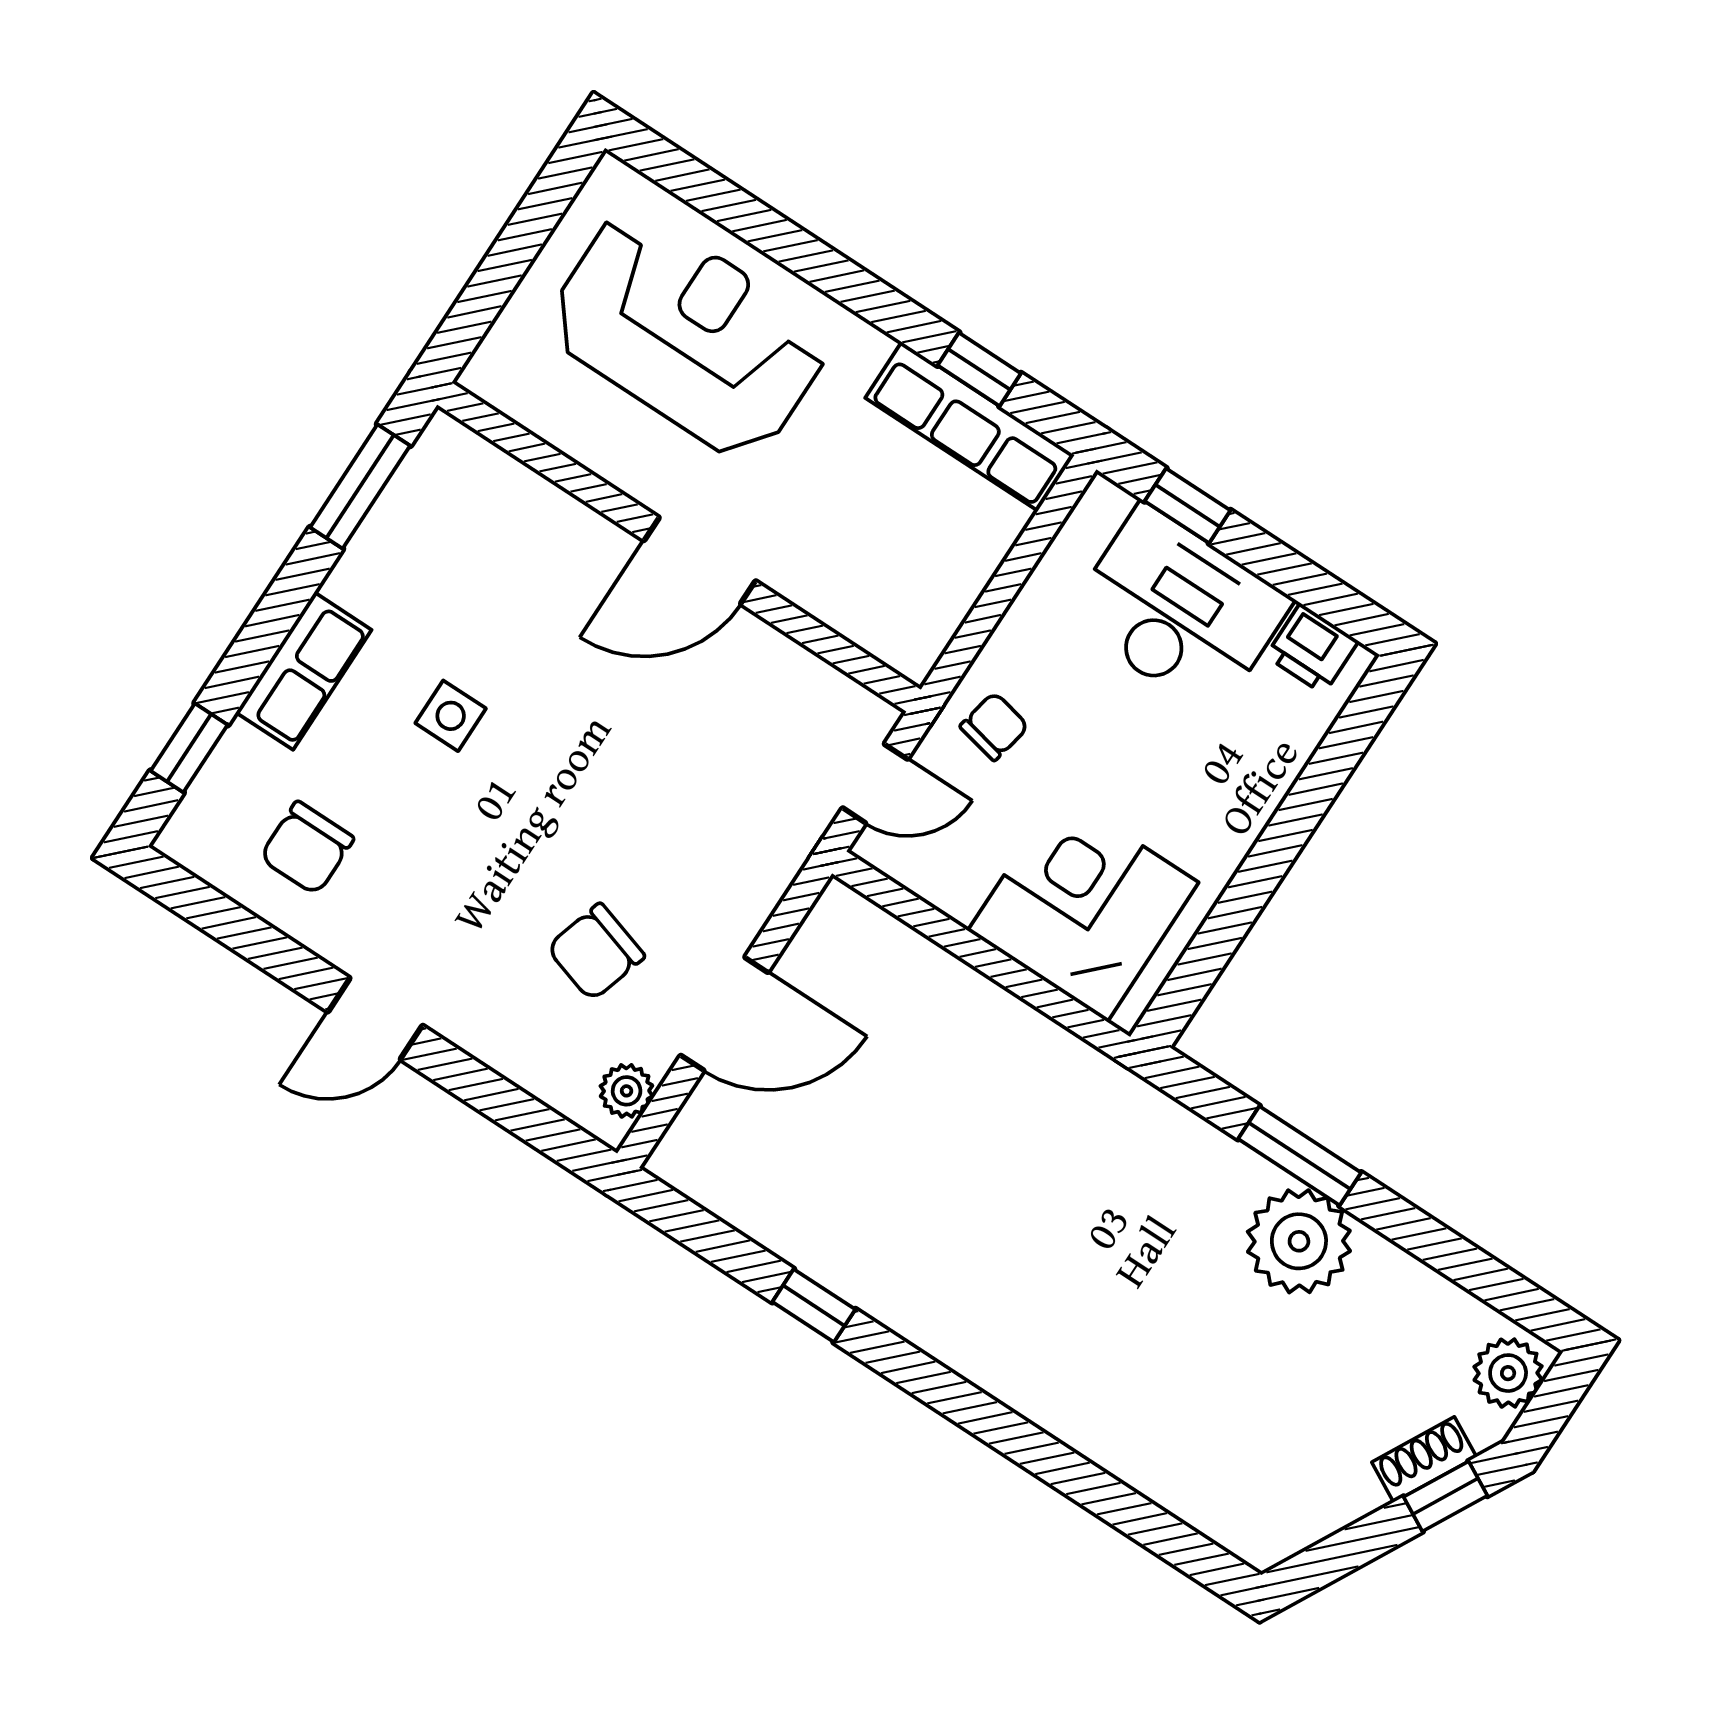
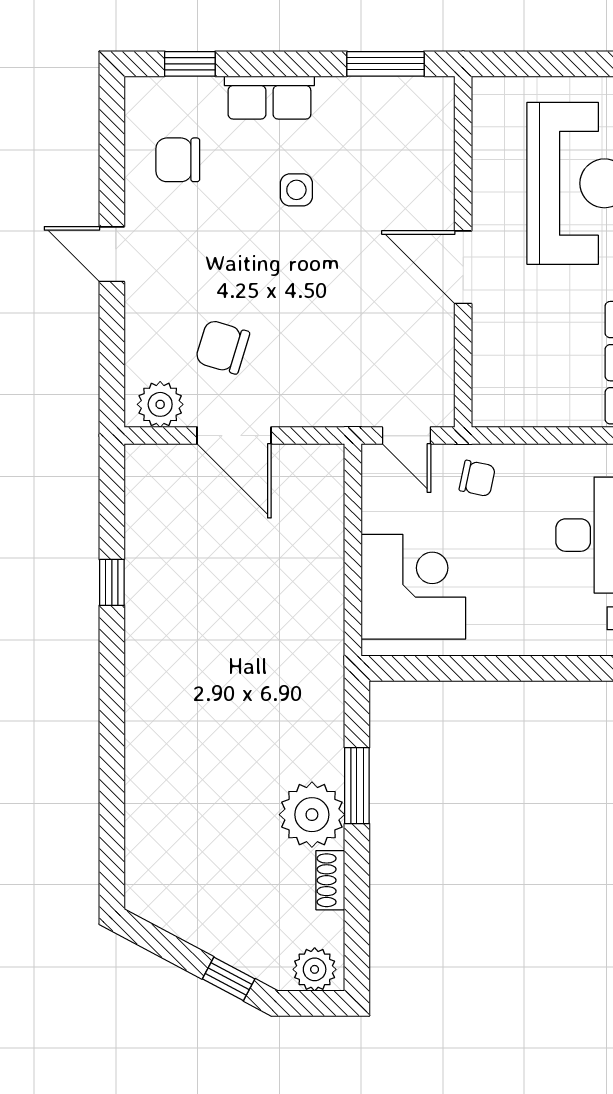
plant: (627, 1091) -> (160, 404), width x1.38, depth x1.38
shoe rack: (1424, 1460) -> (330, 880), moved, turned -118

